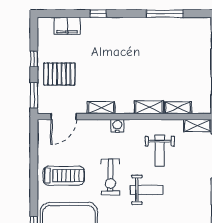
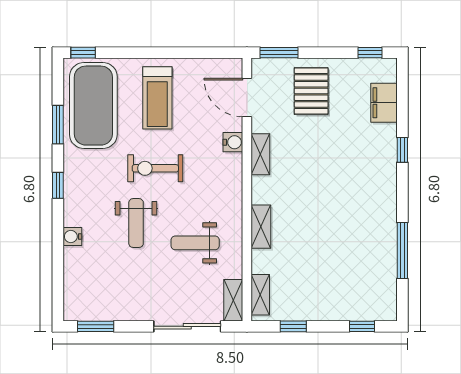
window: (34, 59) -> (370, 53), moved
shelving: (178, 108) -> (260, 295), moved
water cooler: (117, 126) -> (233, 142), moved

